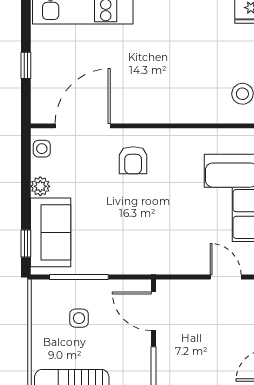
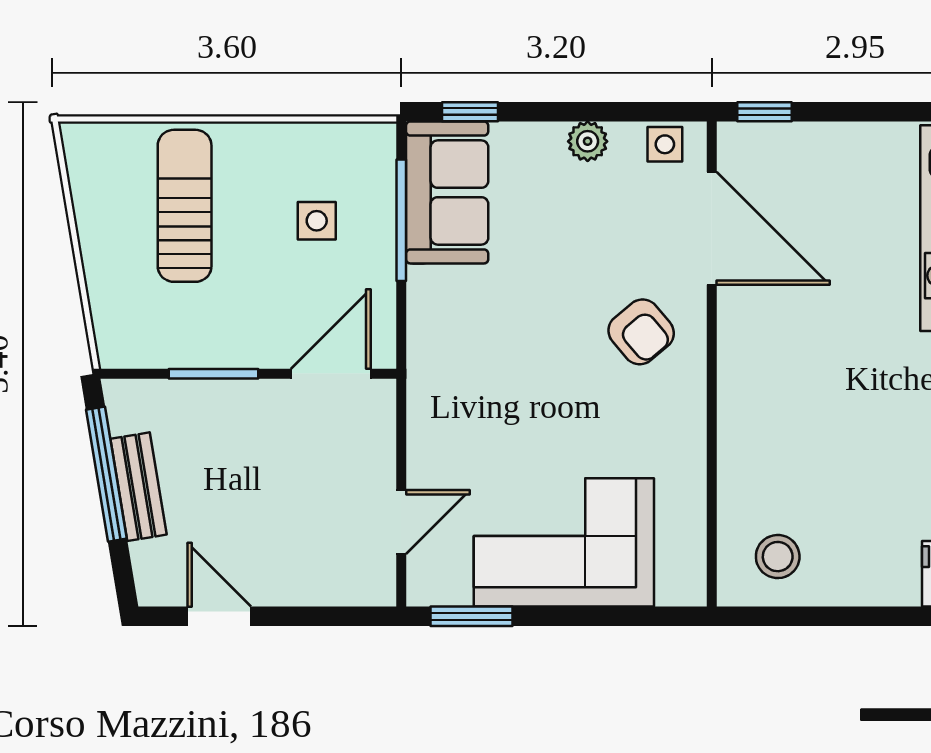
window: (26, 65) -> (765, 112), moved
armchair: (133, 160) -> (641, 332), turned -130
sofa: (51, 232) -> (447, 192), moved, turned -90

